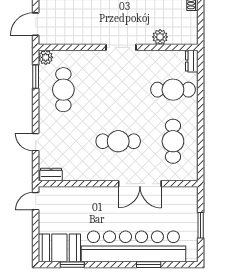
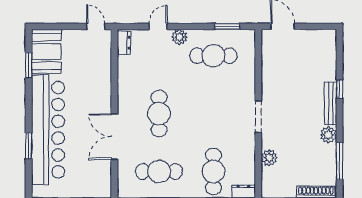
plant: (46, 57) -> (179, 37), moved

